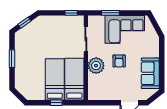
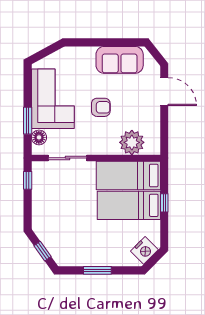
floor lamp: (99, 20) -> (39, 137), added
plant: (96, 66) -> (132, 142), moved
nightstand: (25, 90) -> (144, 250), added

